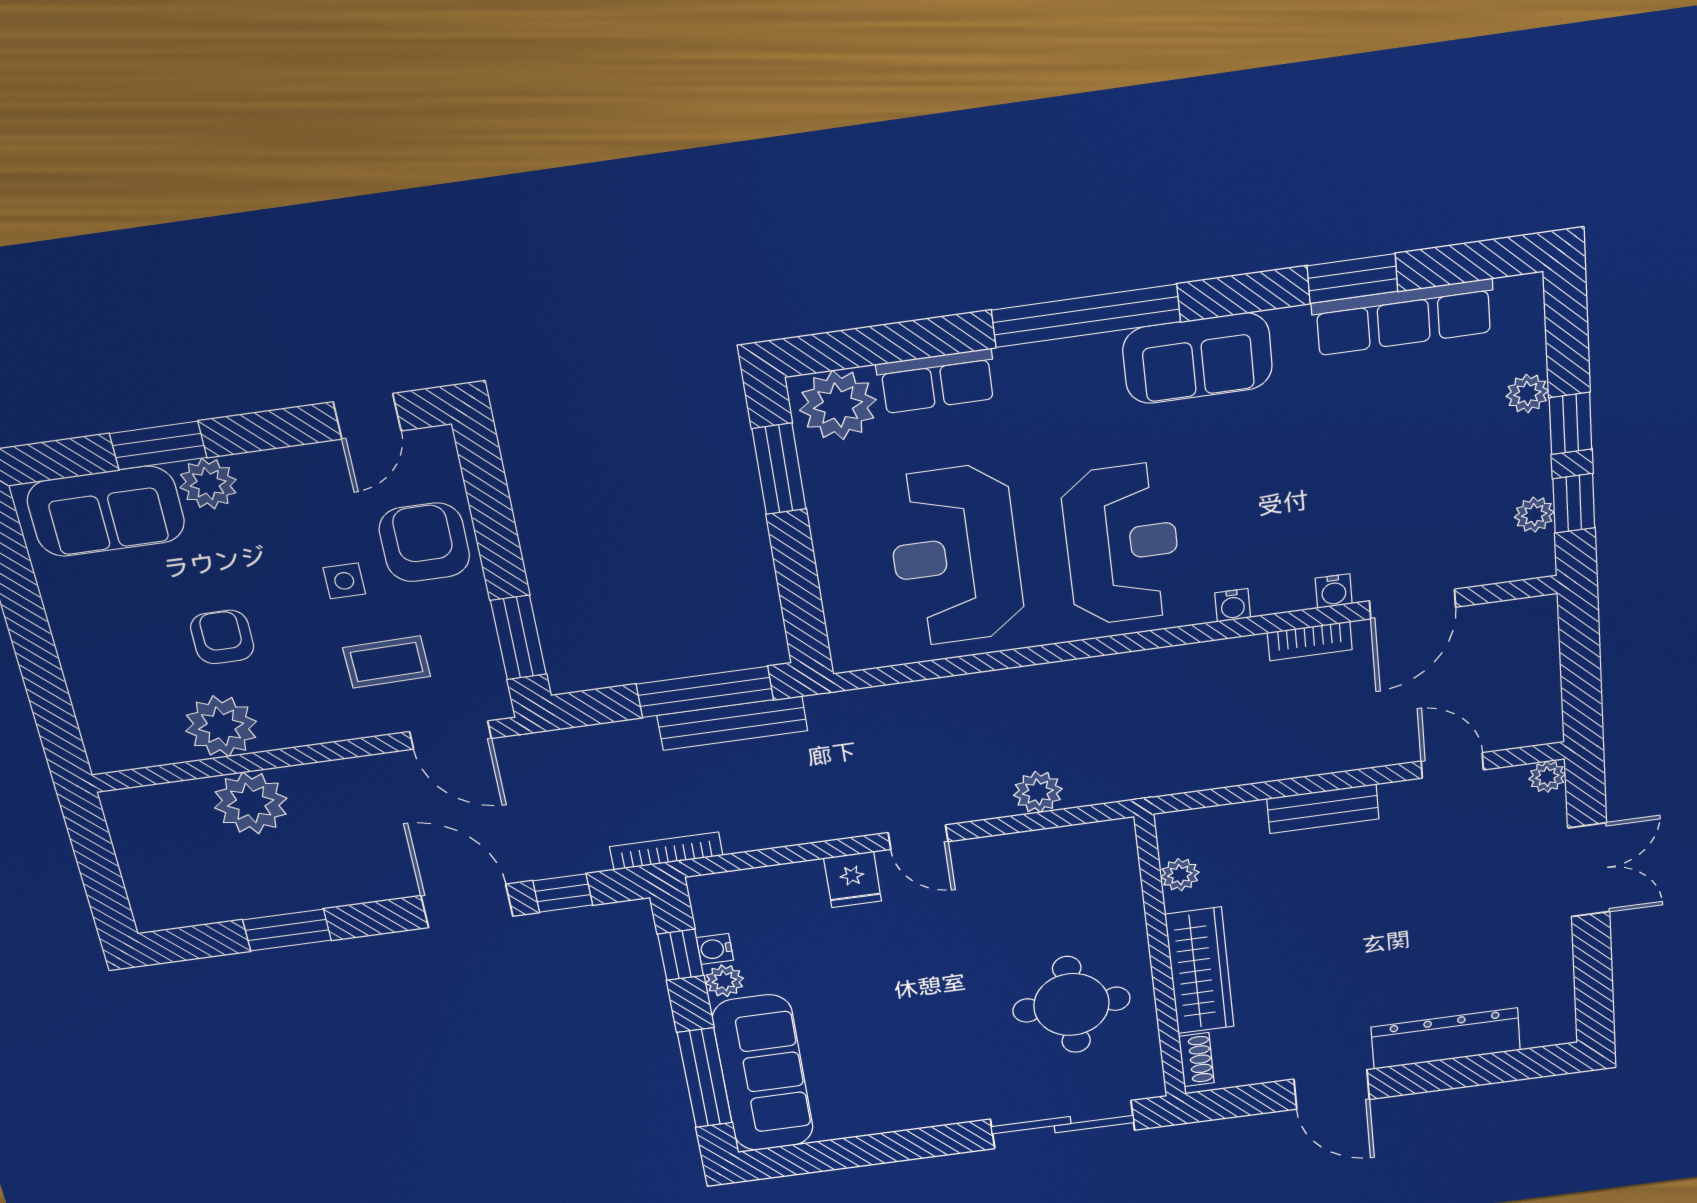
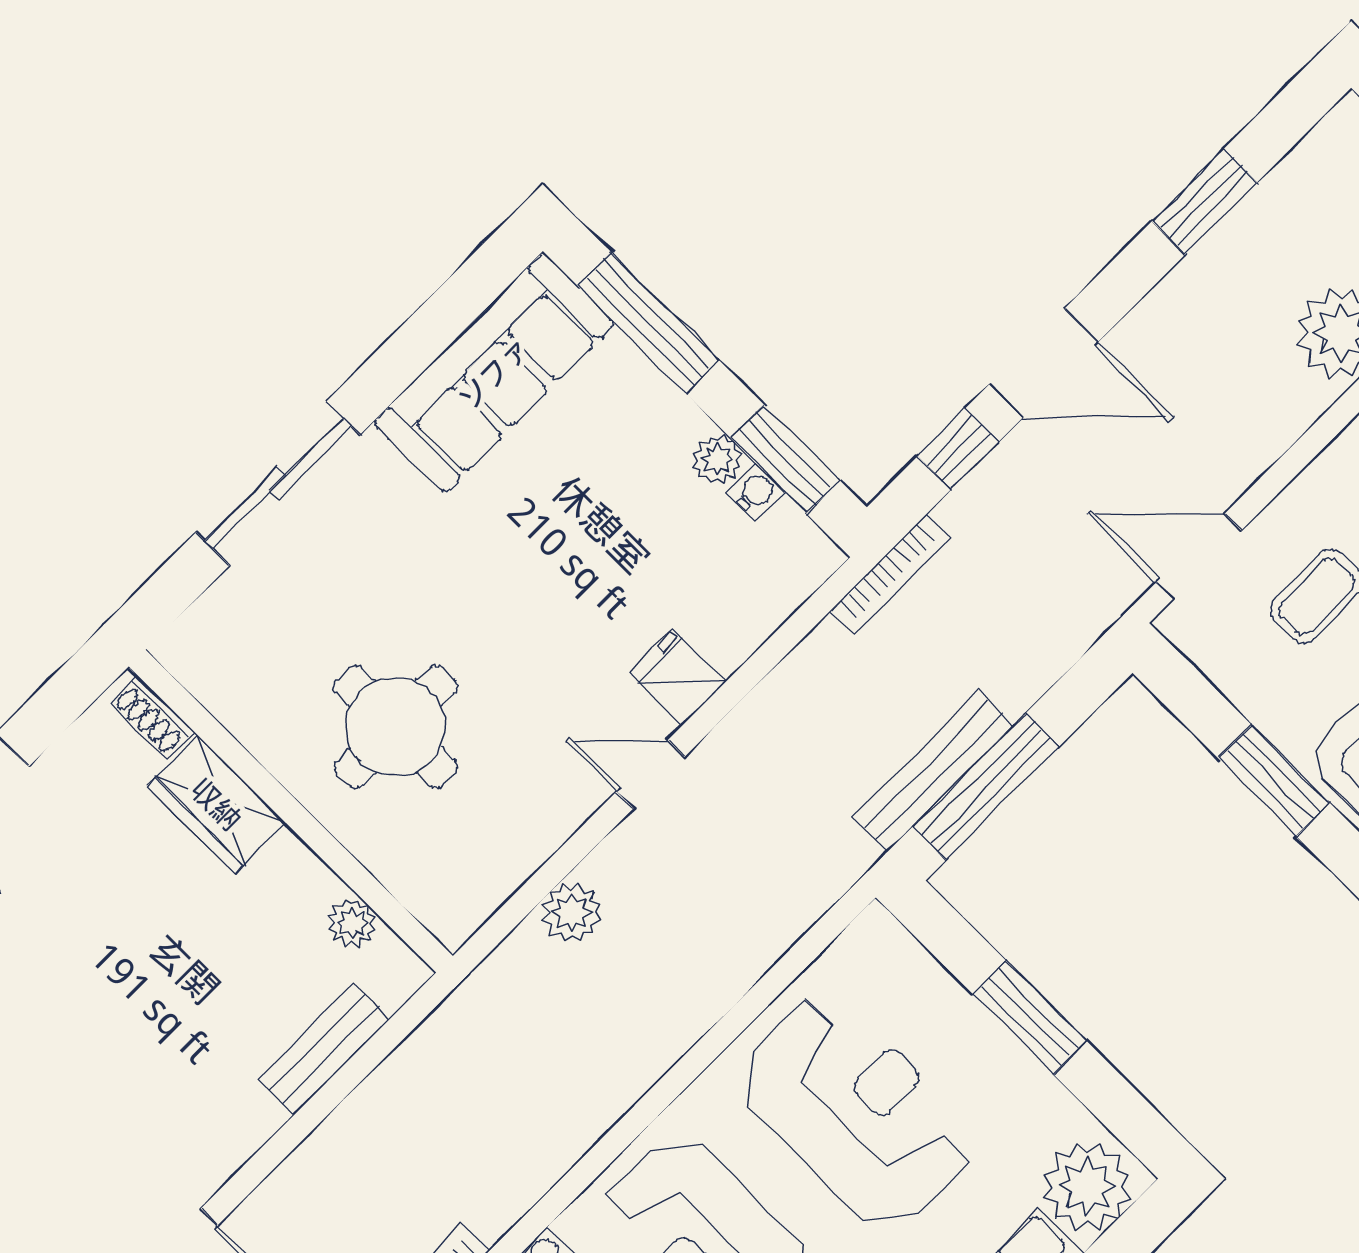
window: (779, 469) -> (1030, 1017), moved
window: (518, 637) -> (1274, 781), moved
bench: (1323, 809) -> (324, 1049), moved
window: (681, 955) -> (785, 459), width x1.50
wardrobe: (1200, 971) -> (216, 804), width x0.67
round table: (1071, 1005) -> (396, 727), moved
sofa: (763, 1073) -> (494, 373), moved, turned -90
sliding door: (1063, 1125) -> (278, 483), moved

